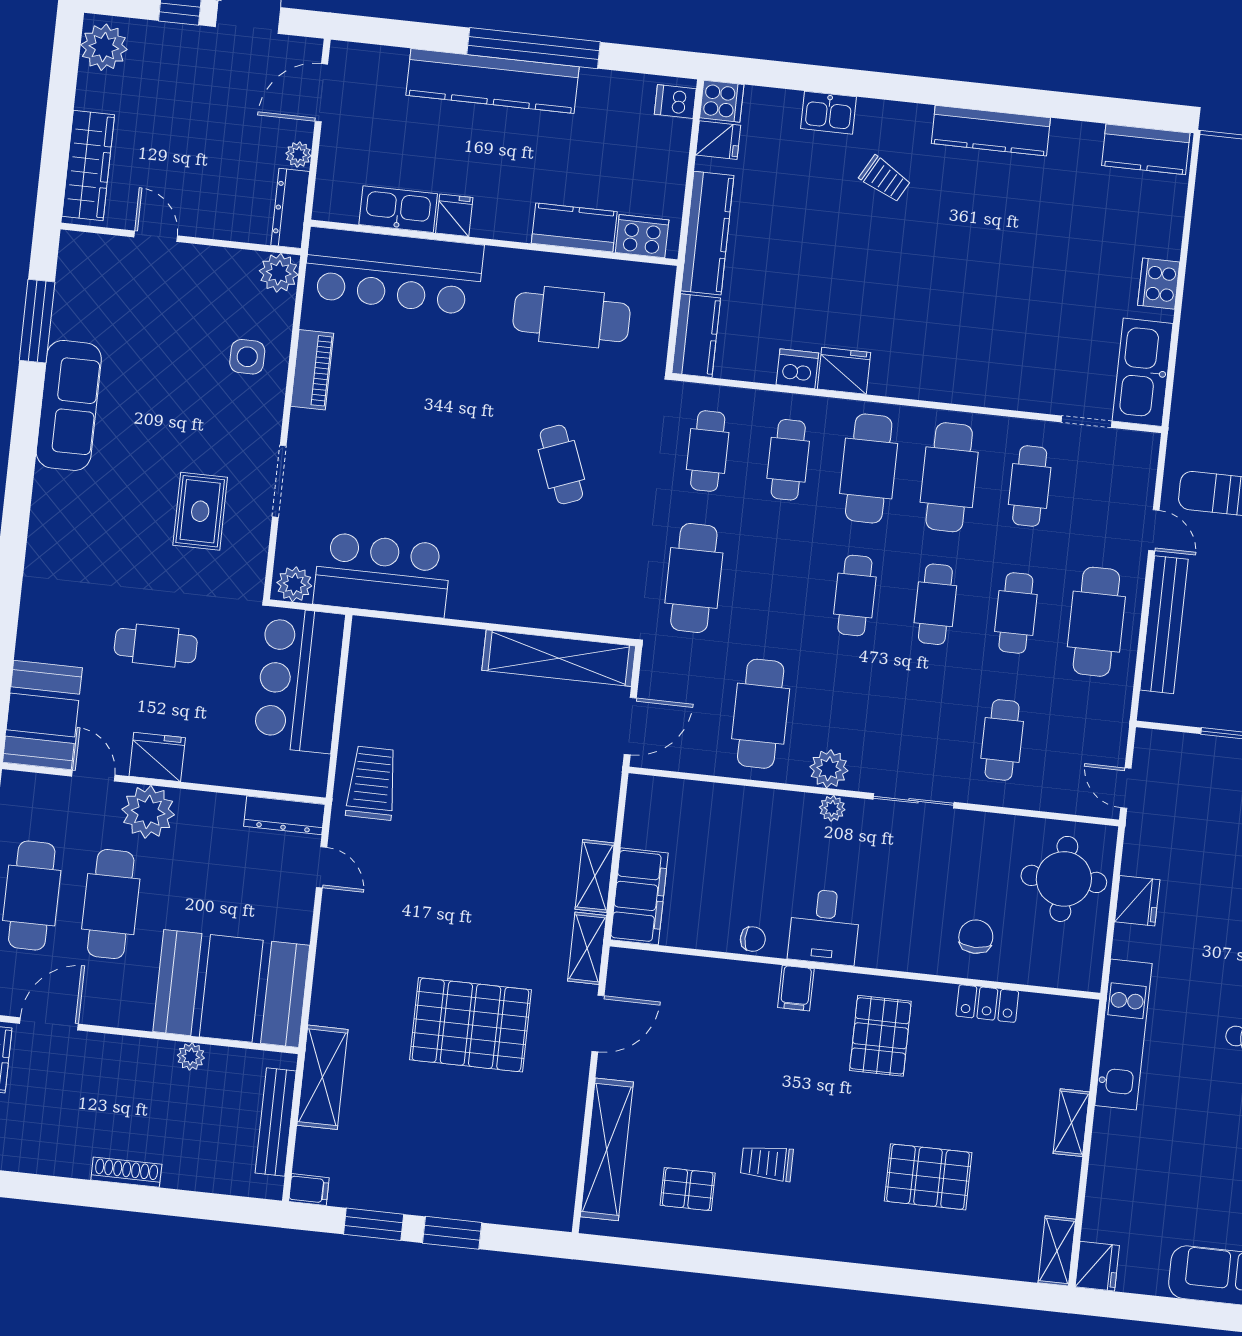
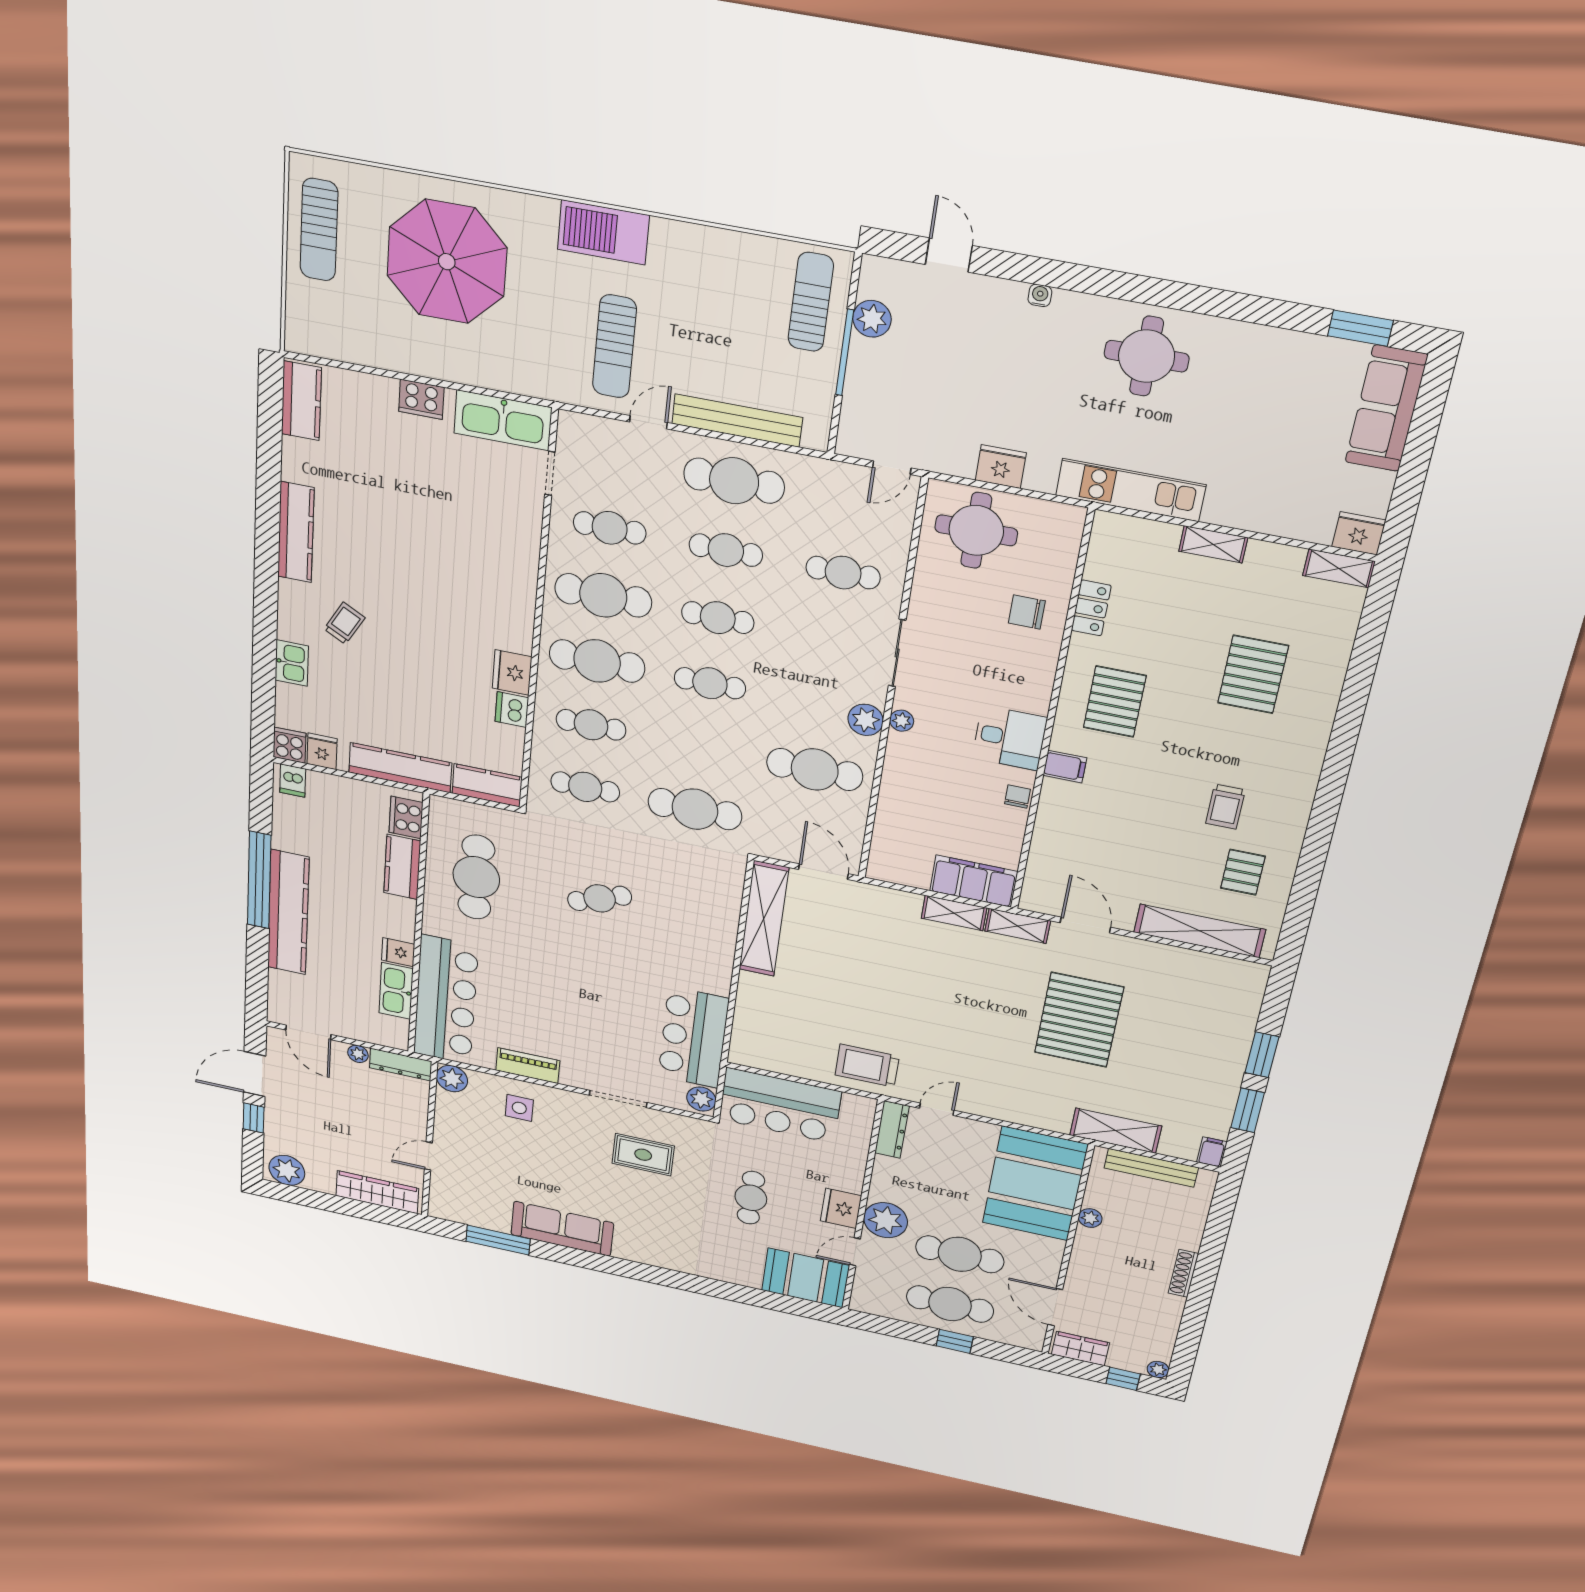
pallet: (880, 1036) -> (1115, 702), turned 90

